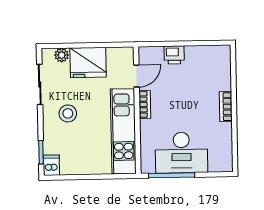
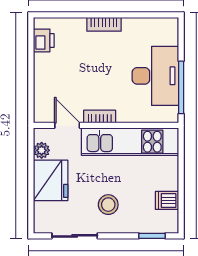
plant: (62, 55) -> (42, 150), moved
printer: (174, 55) -> (44, 40), moved
dishwasher: (51, 165) -> (167, 200), moved

